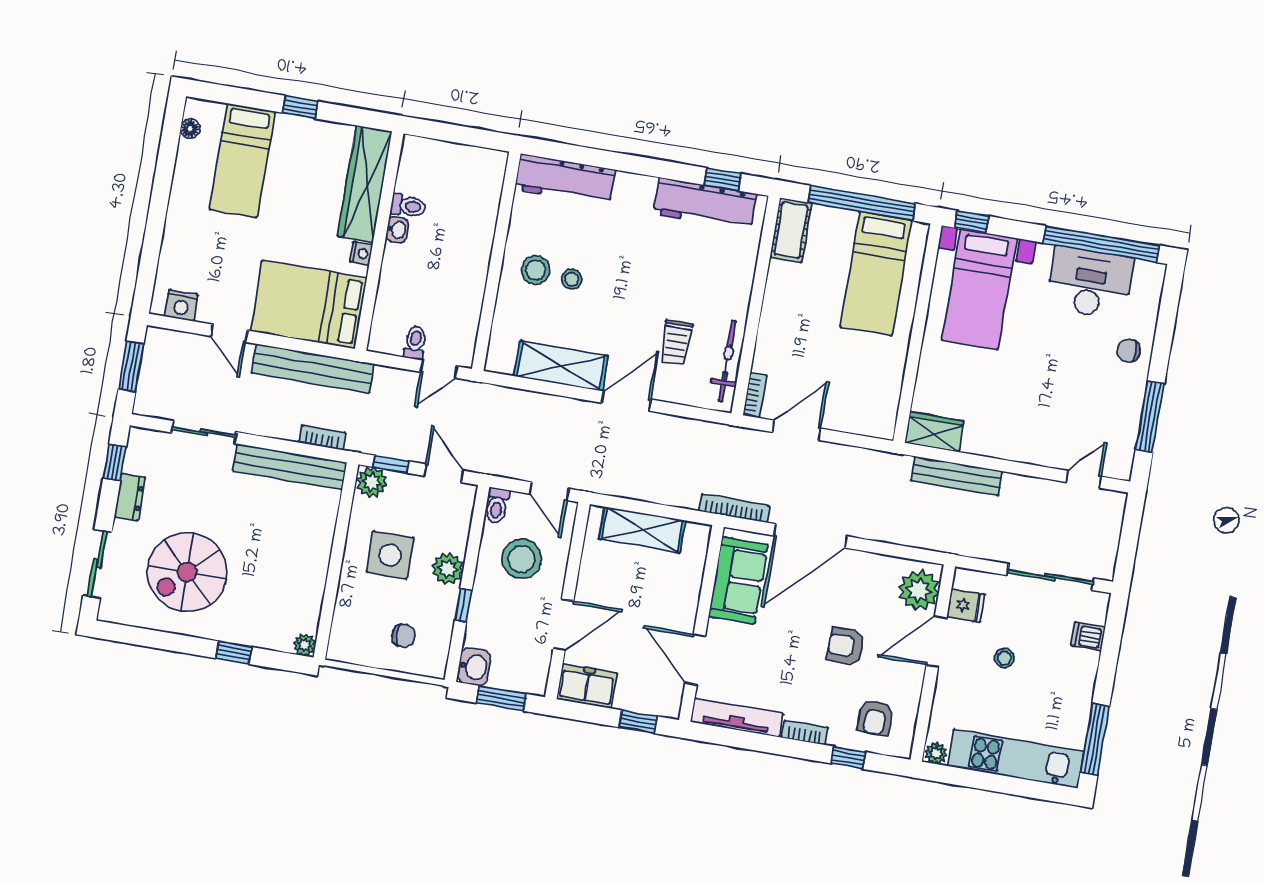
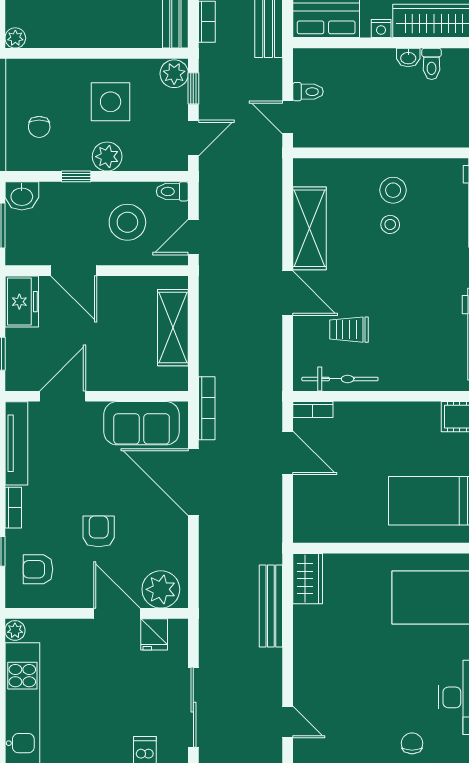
stool: (1004, 658) -> (112, 678), removed

